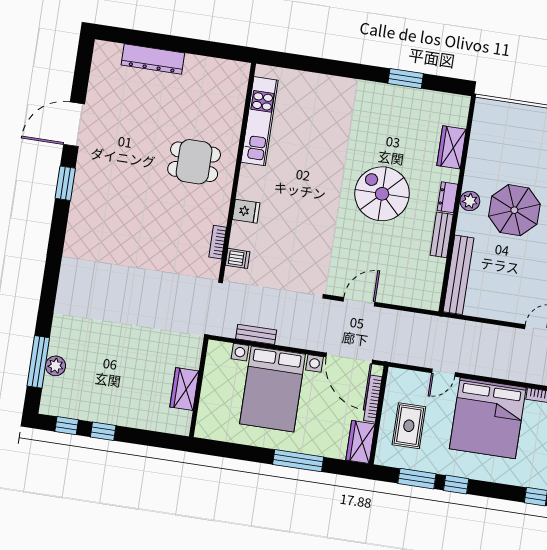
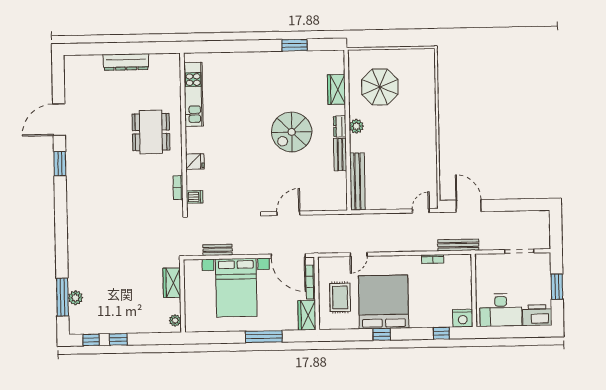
dresser: (153, 59) -> (126, 62), moved
dining table: (194, 162) -> (151, 132), width x1.38
spiral stairs: (382, 194) -> (292, 132), turned -90
parasol: (514, 210) -> (380, 87), moved
wardrobe: (184, 389) -> (172, 283), moved
bed: (488, 418) -> (384, 302), moved, turned 180
plant: (183, 419) -> (175, 320), added
window: (417, 479) -> (352, 335), removed

